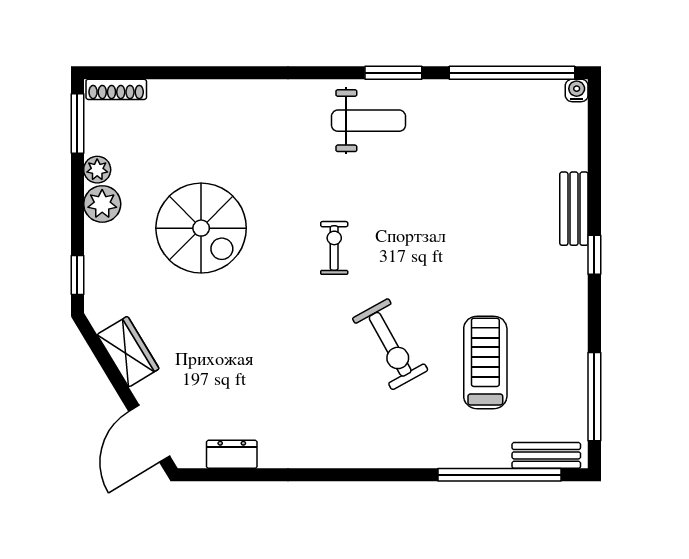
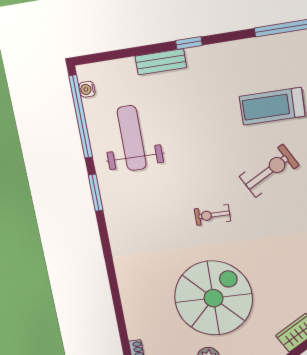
water cooler: (577, 90) -> (87, 89), moved
weight bench: (369, 121) -> (132, 138), moved, width x1.36, depth x1.33
spiral stairs: (201, 228) -> (213, 298), width x1.37, depth x1.37

